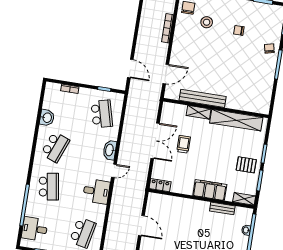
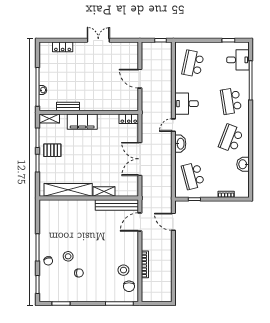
stool: (207, 22) -> (123, 270), moved
stool: (248, 50) -> (68, 256), added
bench: (203, 98) -> (117, 205), moved
trolley: (184, 144) -> (113, 160), removed

